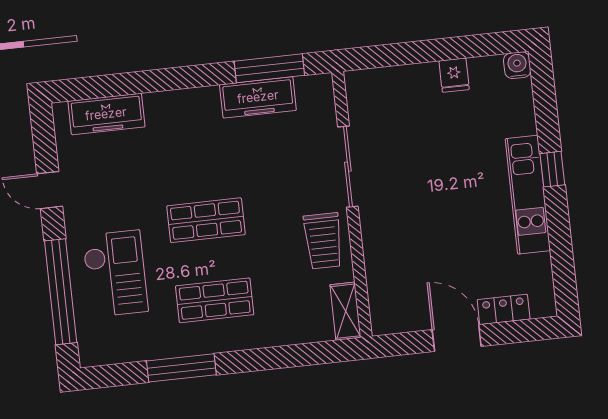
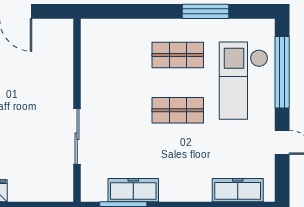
trolley: (323, 241) -> (99, 88), removed
checkout: (115, 274) -> (244, 81), width x1.36, depth x1.21
shelving: (346, 311) -> (89, 38), removed

